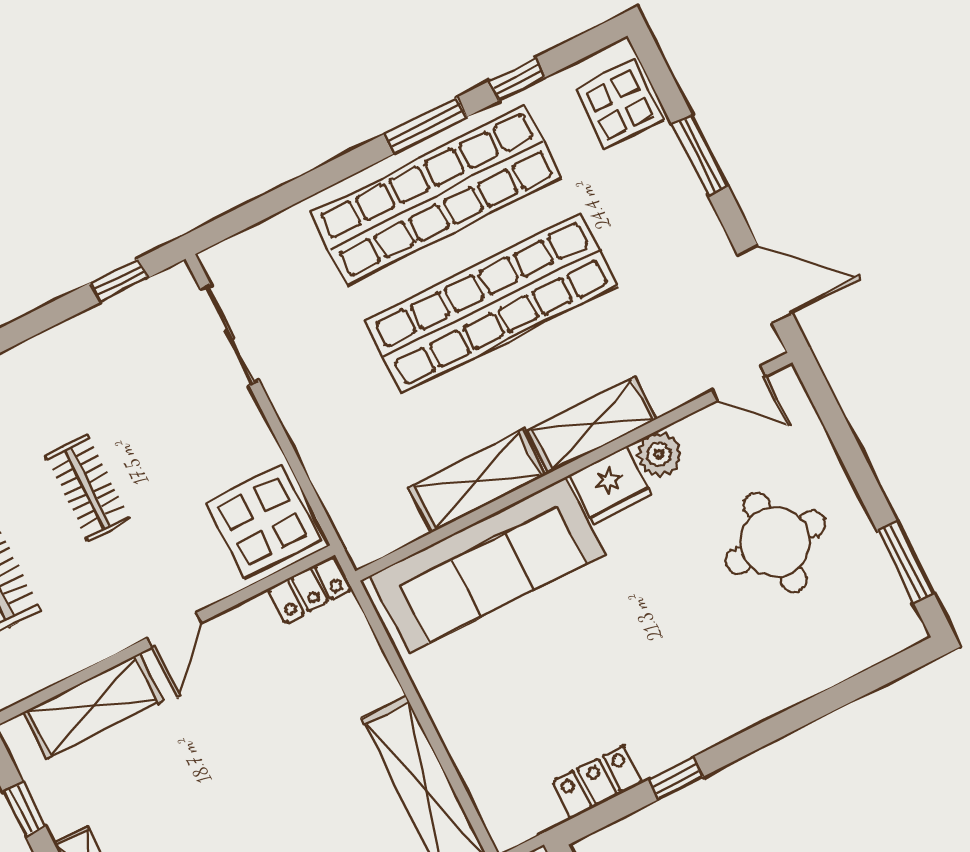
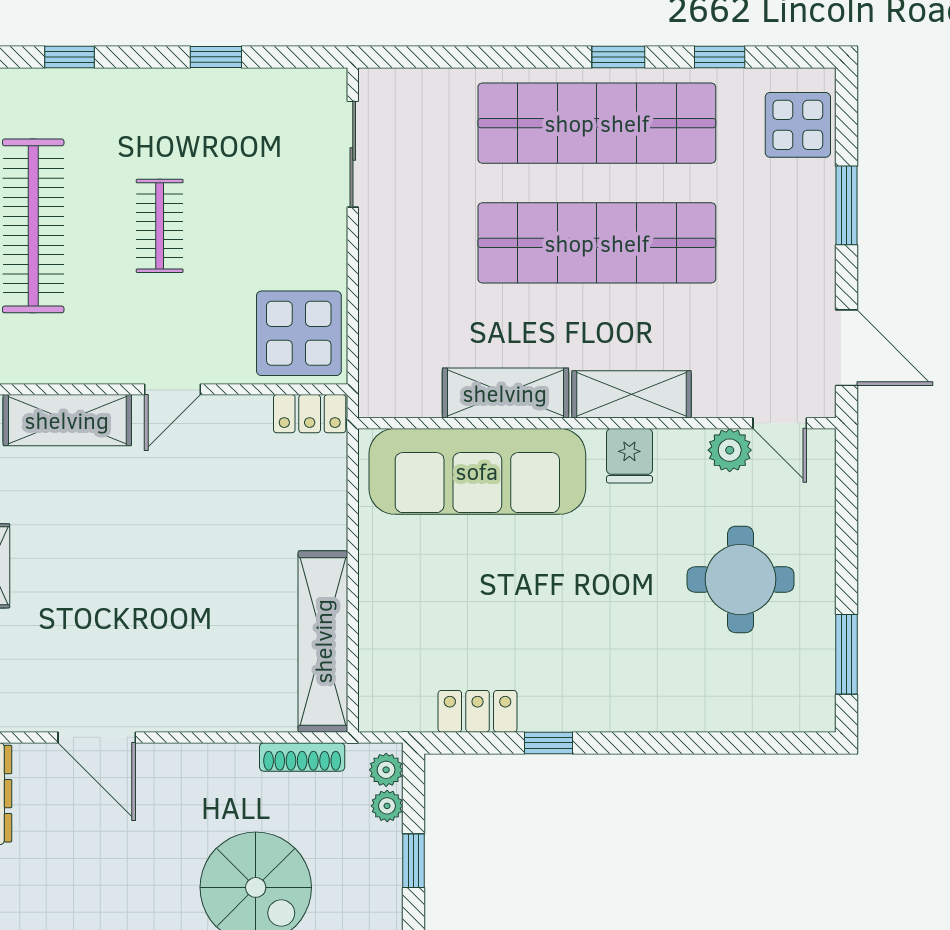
window: (426, 125) -> (618, 57), width x0.67
window: (119, 280) -> (216, 57), moved
plant: (659, 454) -> (730, 450), moved
fridge: (610, 485) -> (629, 456), width x0.72

